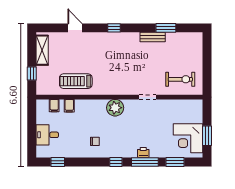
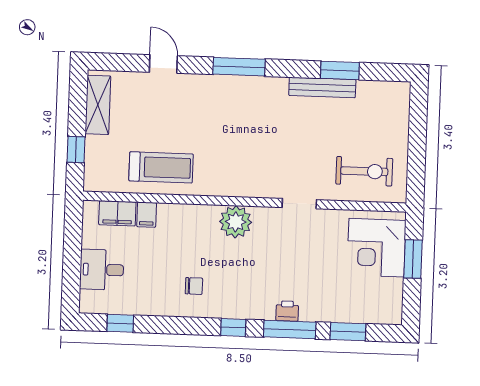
window: (114, 28) -> (239, 67), width x2.17
bench: (153, 37) -> (322, 87), width x1.36
treadmill: (76, 81) -> (161, 167), turned 180
filing cabinet: (54, 106) -> (117, 213), width x2.00
window: (207, 136) -> (413, 259), moved
corner desk: (188, 138) -> (376, 248), moved

